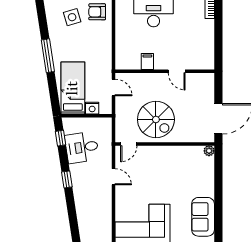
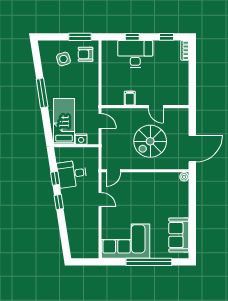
spiral stairs: (156, 120) -> (150, 141), moved, turned 90
window: (60, 138) -> (55, 178), moved

